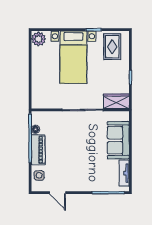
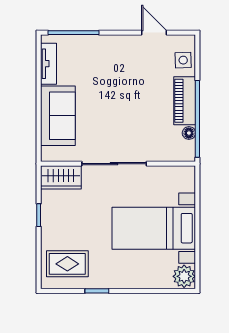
rug: (112, 47) -> (67, 264), turned 90
bed with nightstands: (73, 57) -> (154, 228), moved, turned -90

